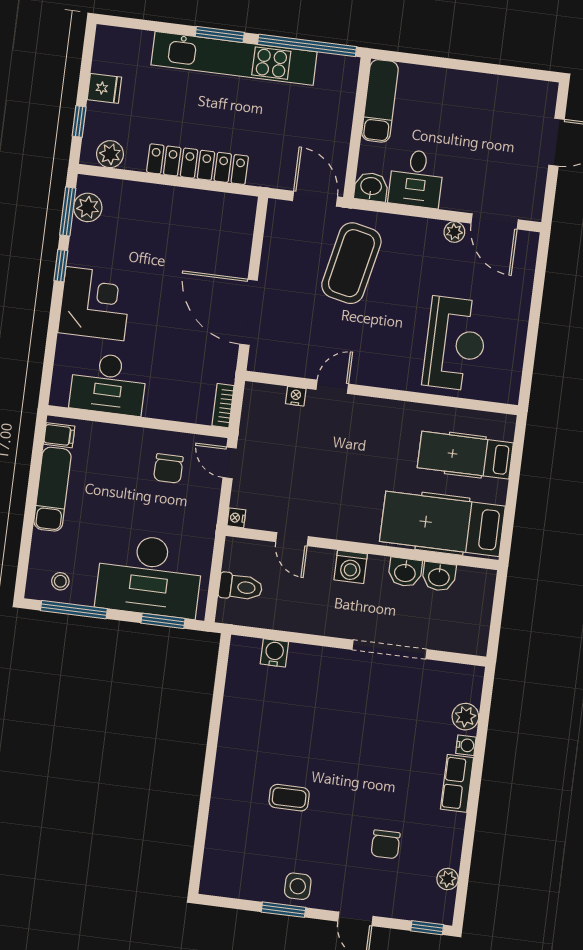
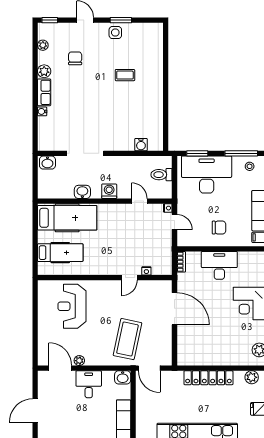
desk: (416, 178) -> (89, 384), moved
desk: (108, 384) -> (219, 265), moved
door: (230, 463) -> (175, 222), moved
chair: (168, 468) -> (219, 228), moved, turned 90
washbasin: (439, 577) -> (47, 163), moved, turned 180
plant: (465, 717) -> (44, 71), moved

